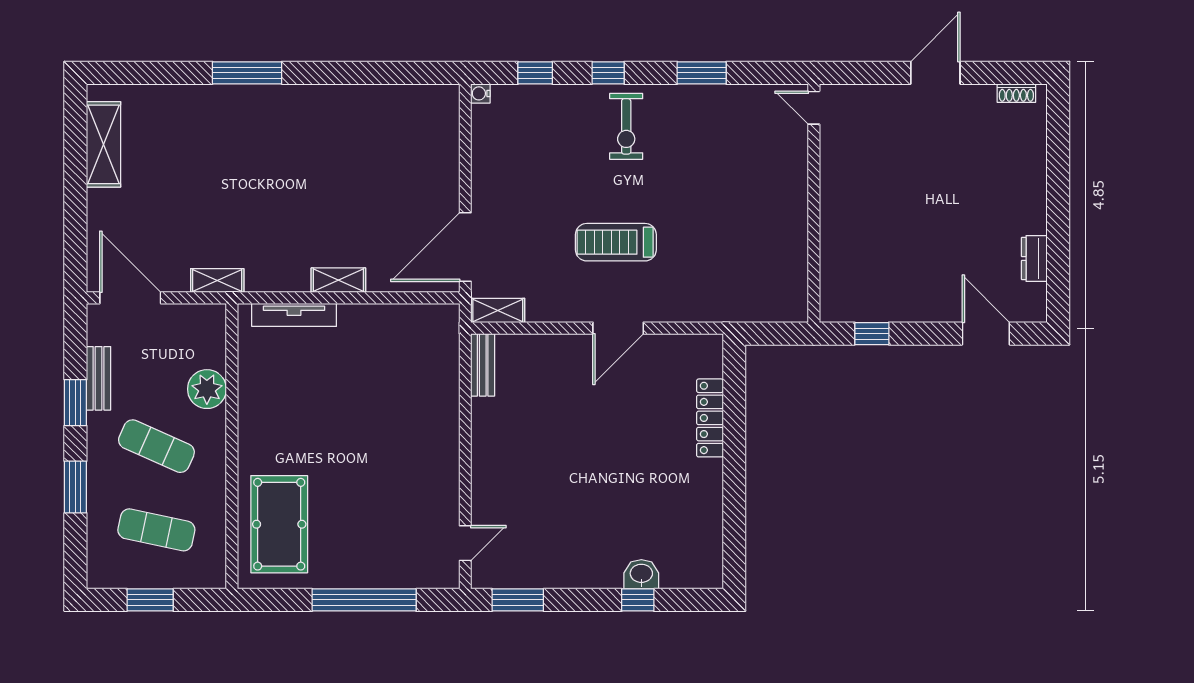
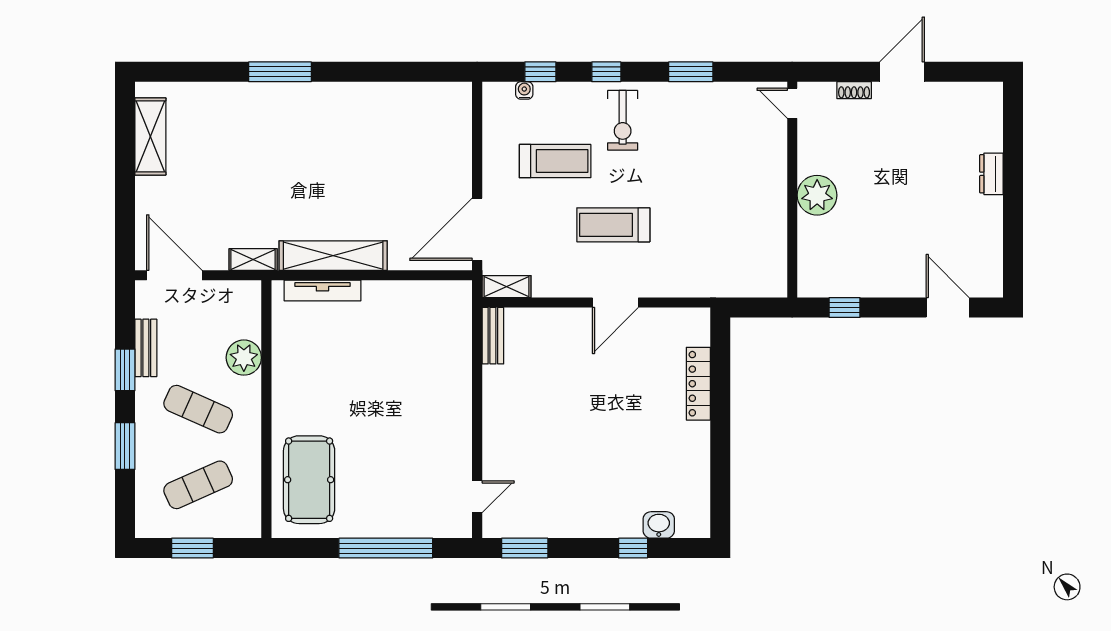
water cooler: (480, 93) -> (524, 90), moved, turned 90
shoe rack: (1016, 93) -> (854, 90), moved
treadmill: (551, 172) -> (555, 161), added
plant: (841, 209) -> (817, 195), added
dresser: (1034, 258) -> (991, 174), moved
shelving: (338, 280) -> (333, 256), width x2.20, depth x1.33
exercise mat: (156, 530) -> (198, 485), turned -36
washbasin: (641, 574) -> (659, 525), moved

